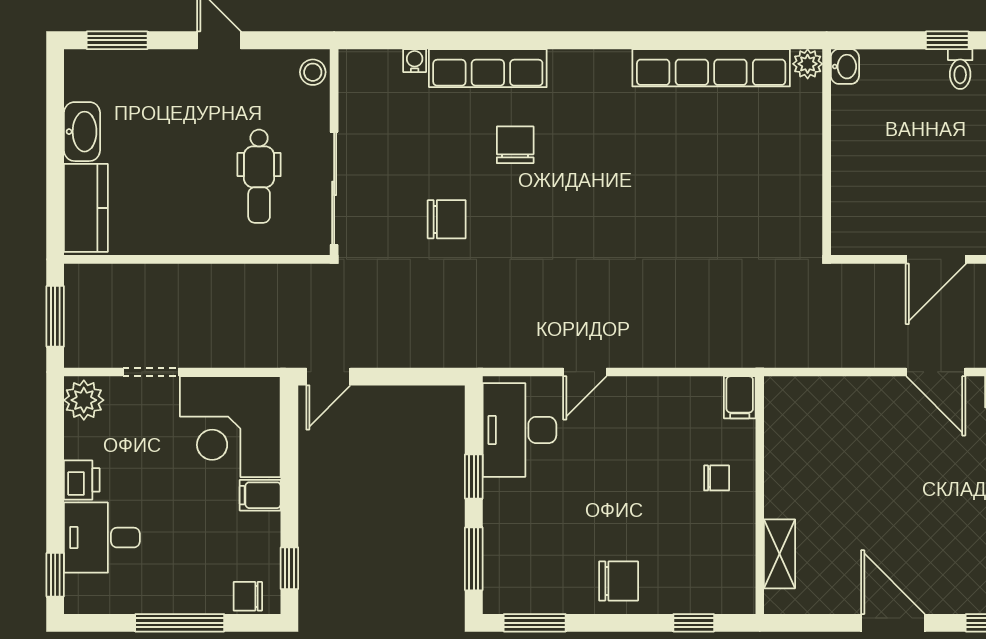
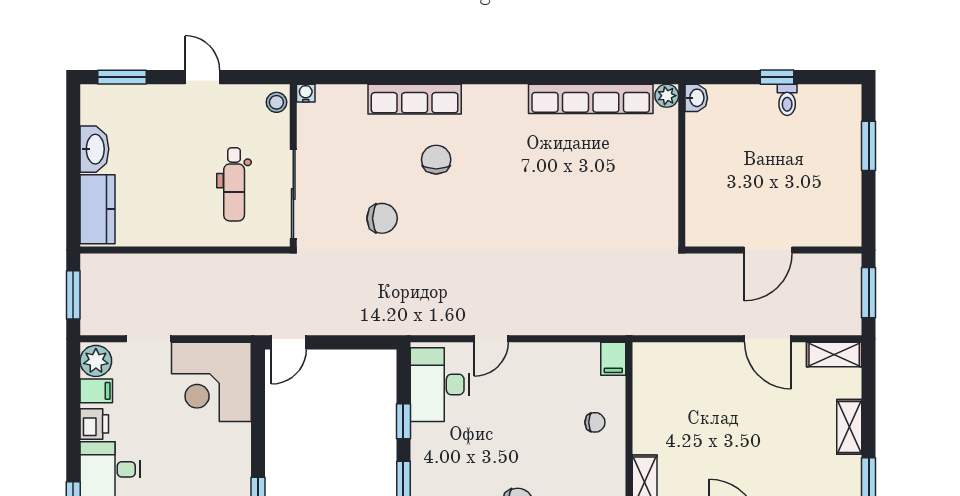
water cooler: (415, 61) -> (306, 93), moved
filing cabinet: (260, 495) -> (96, 391), moved, turned 180

